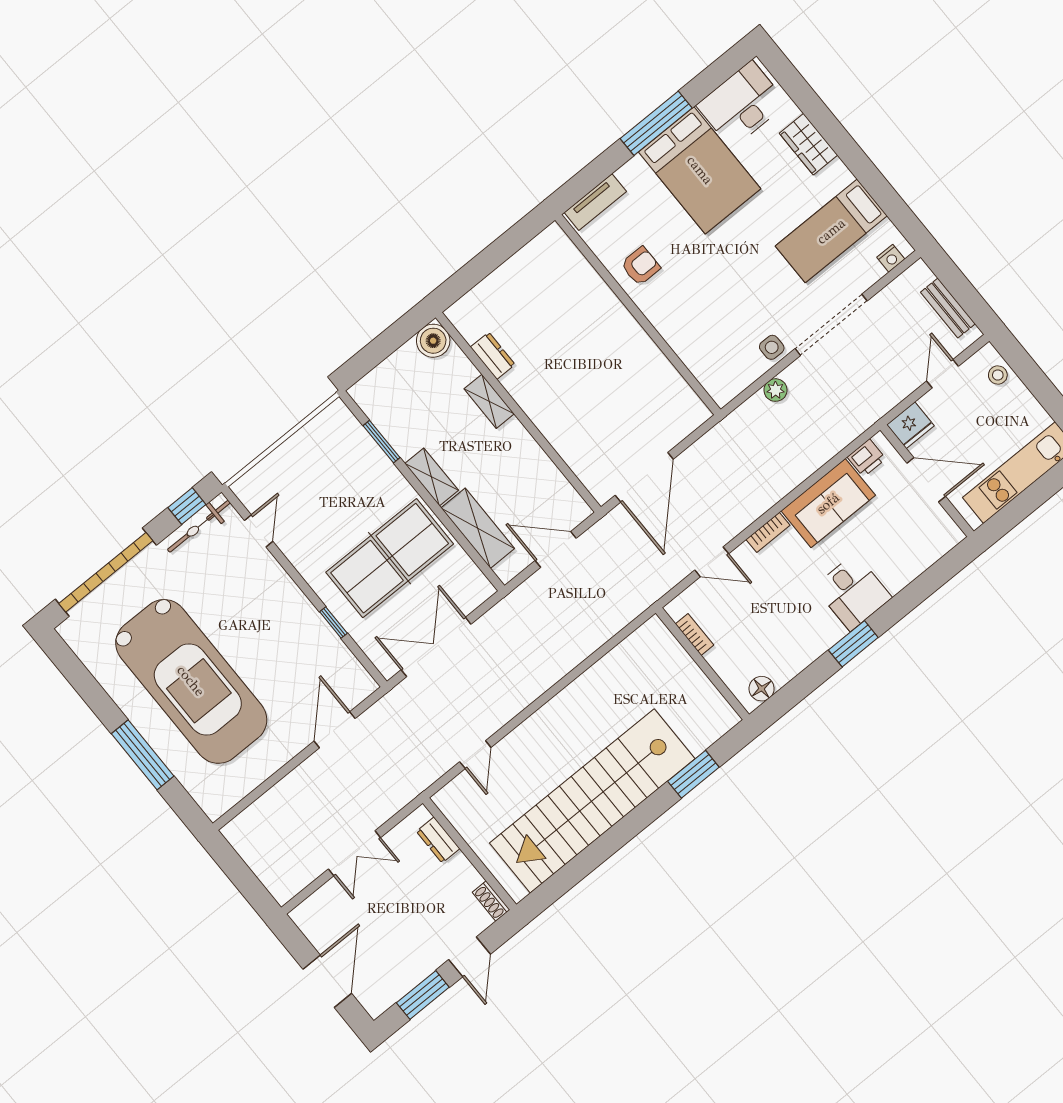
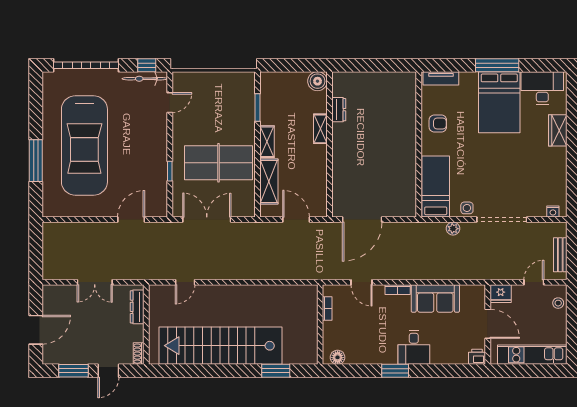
bed: (831, 231) -> (436, 187), moved, turned 90
printer: (867, 458) -> (477, 357), moved, turned 180
dresser: (438, 840) -> (137, 307), width x1.44

